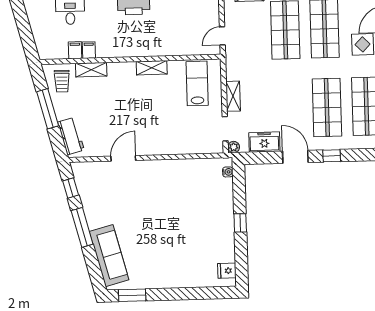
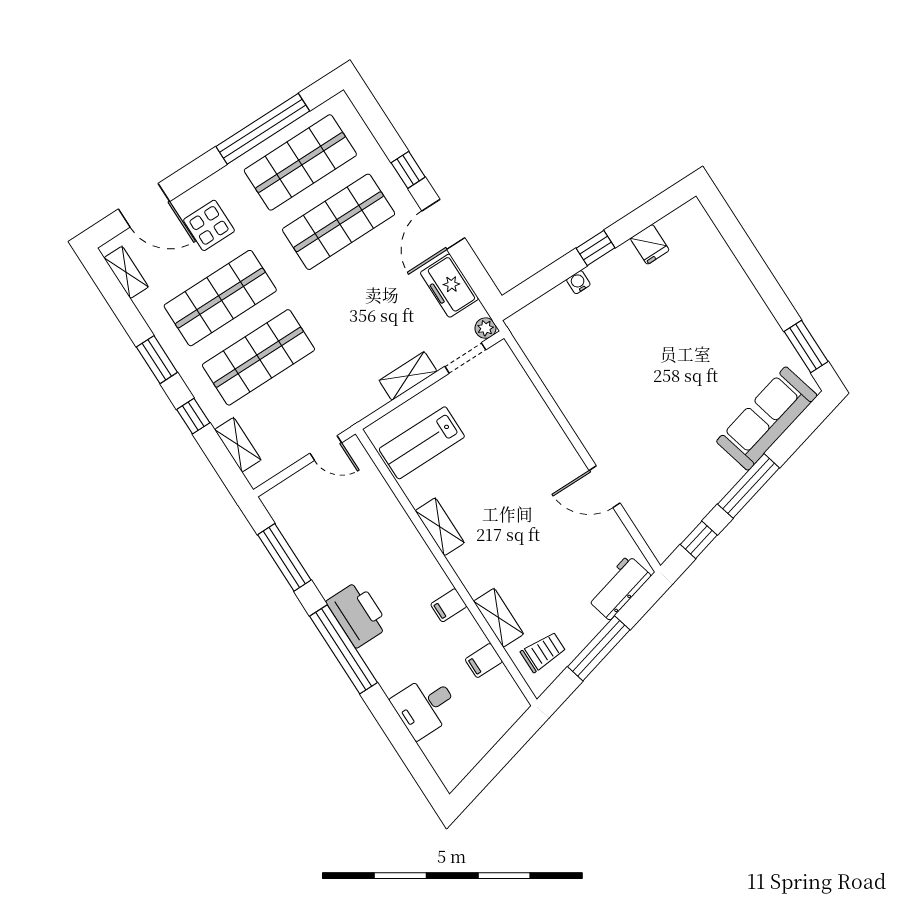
filing cabinet: (89, 50) -> (449, 605), moved
water cooler: (228, 172) -> (578, 282), moved
fridge: (227, 271) -> (650, 244), moved

